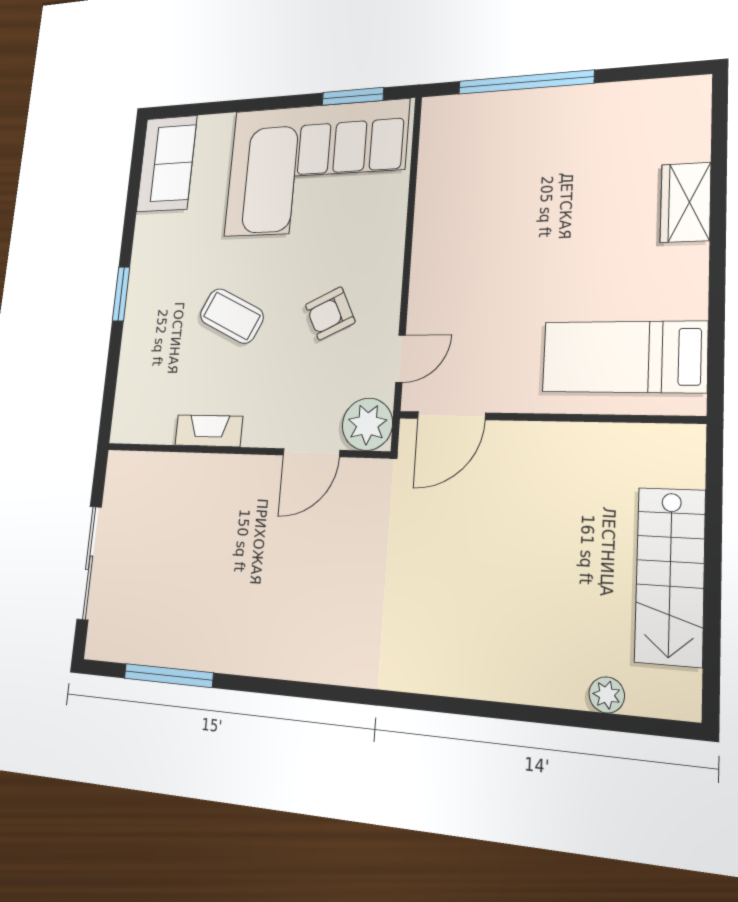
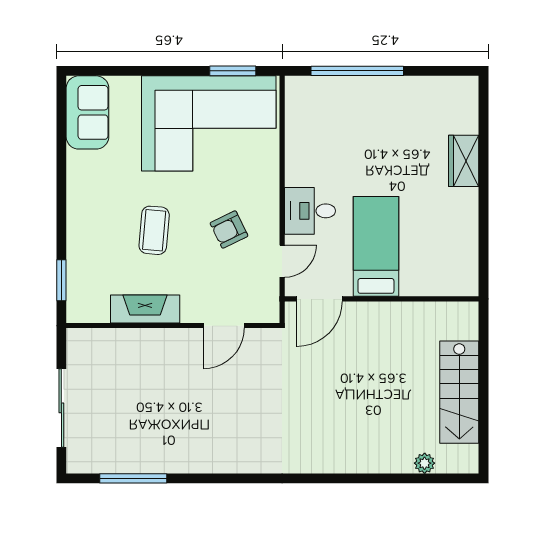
desk: (445, 285) -> (310, 211), added
window: (121, 294) -> (61, 280), moved
coffee table: (232, 316) -> (154, 230), turned 69
bed: (624, 357) -> (376, 246), moved, turned 90
plant: (367, 424) -> (262, 306), removed
fireplace: (209, 431) -> (145, 309), width x1.37, depth x1.32

